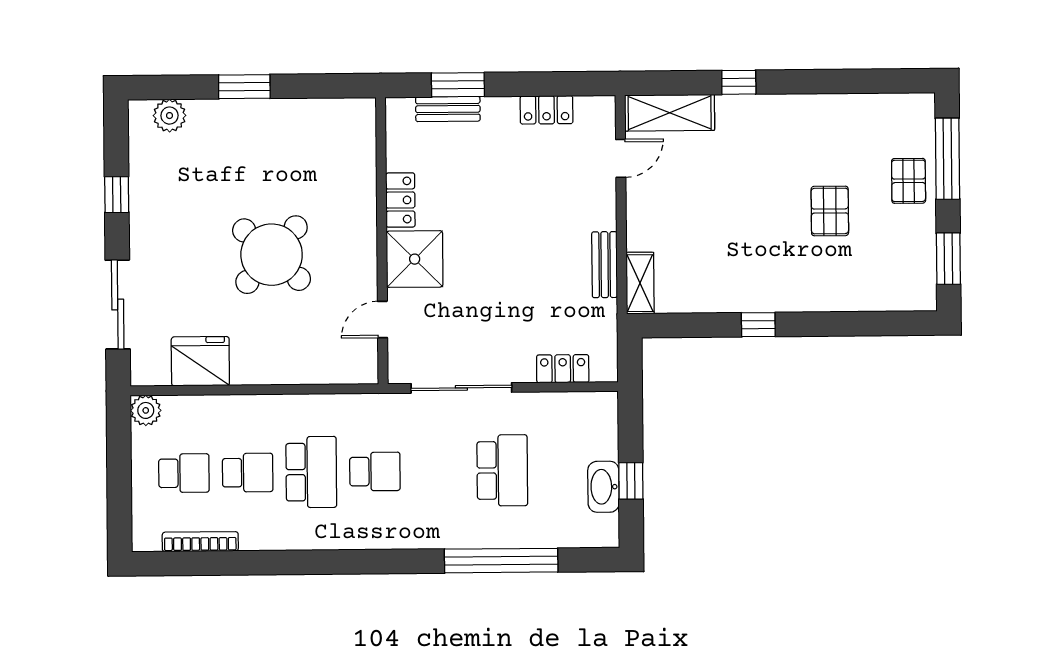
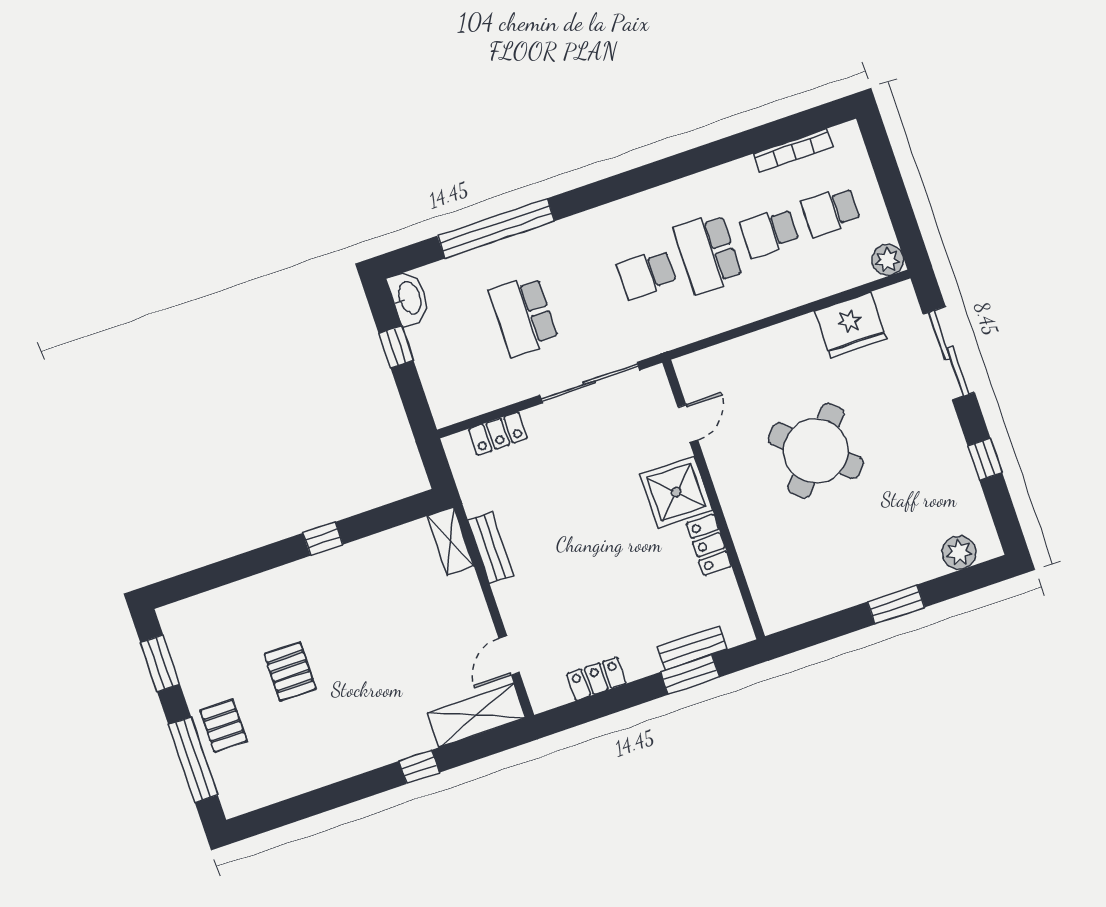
washbasin: (603, 487) -> (409, 298), moved

